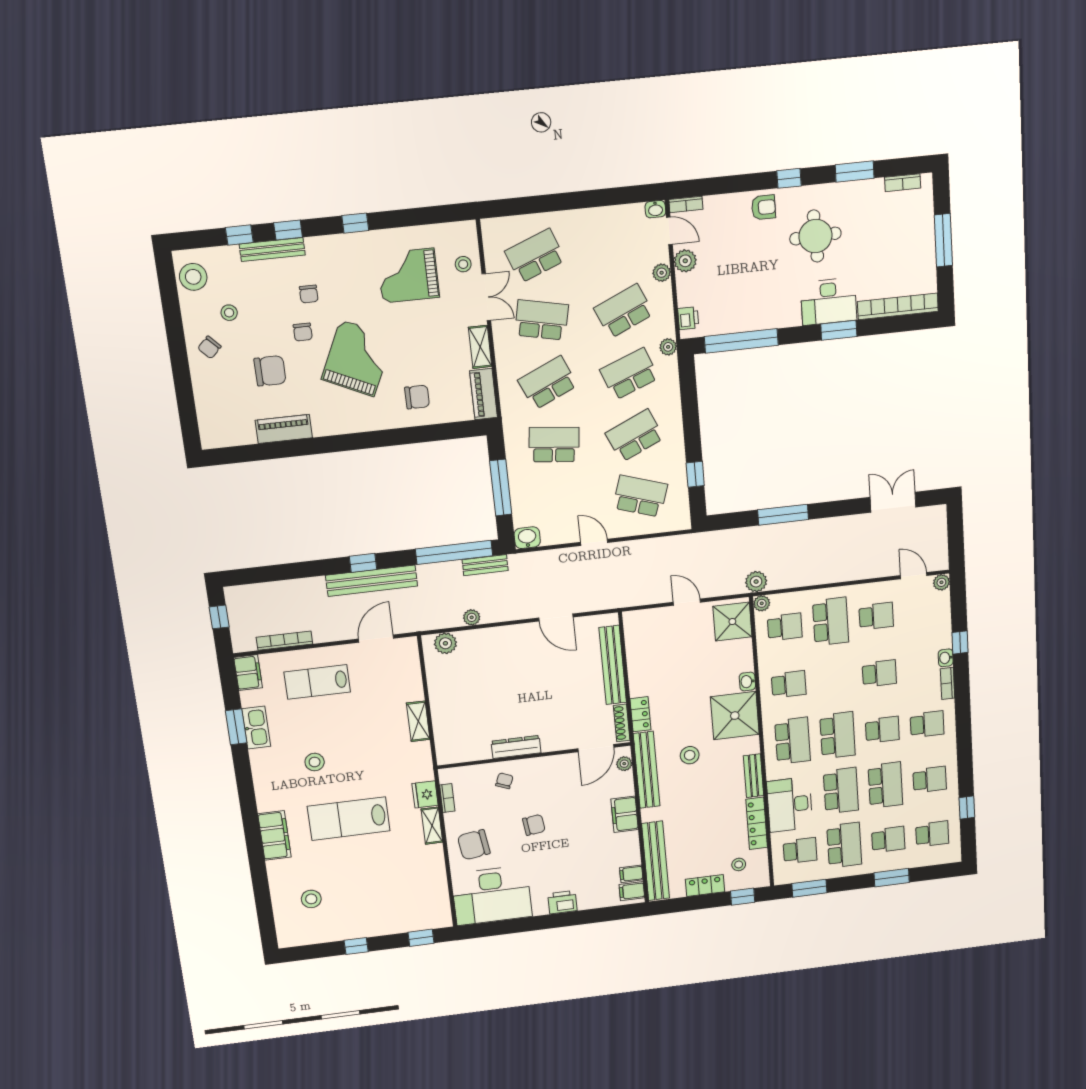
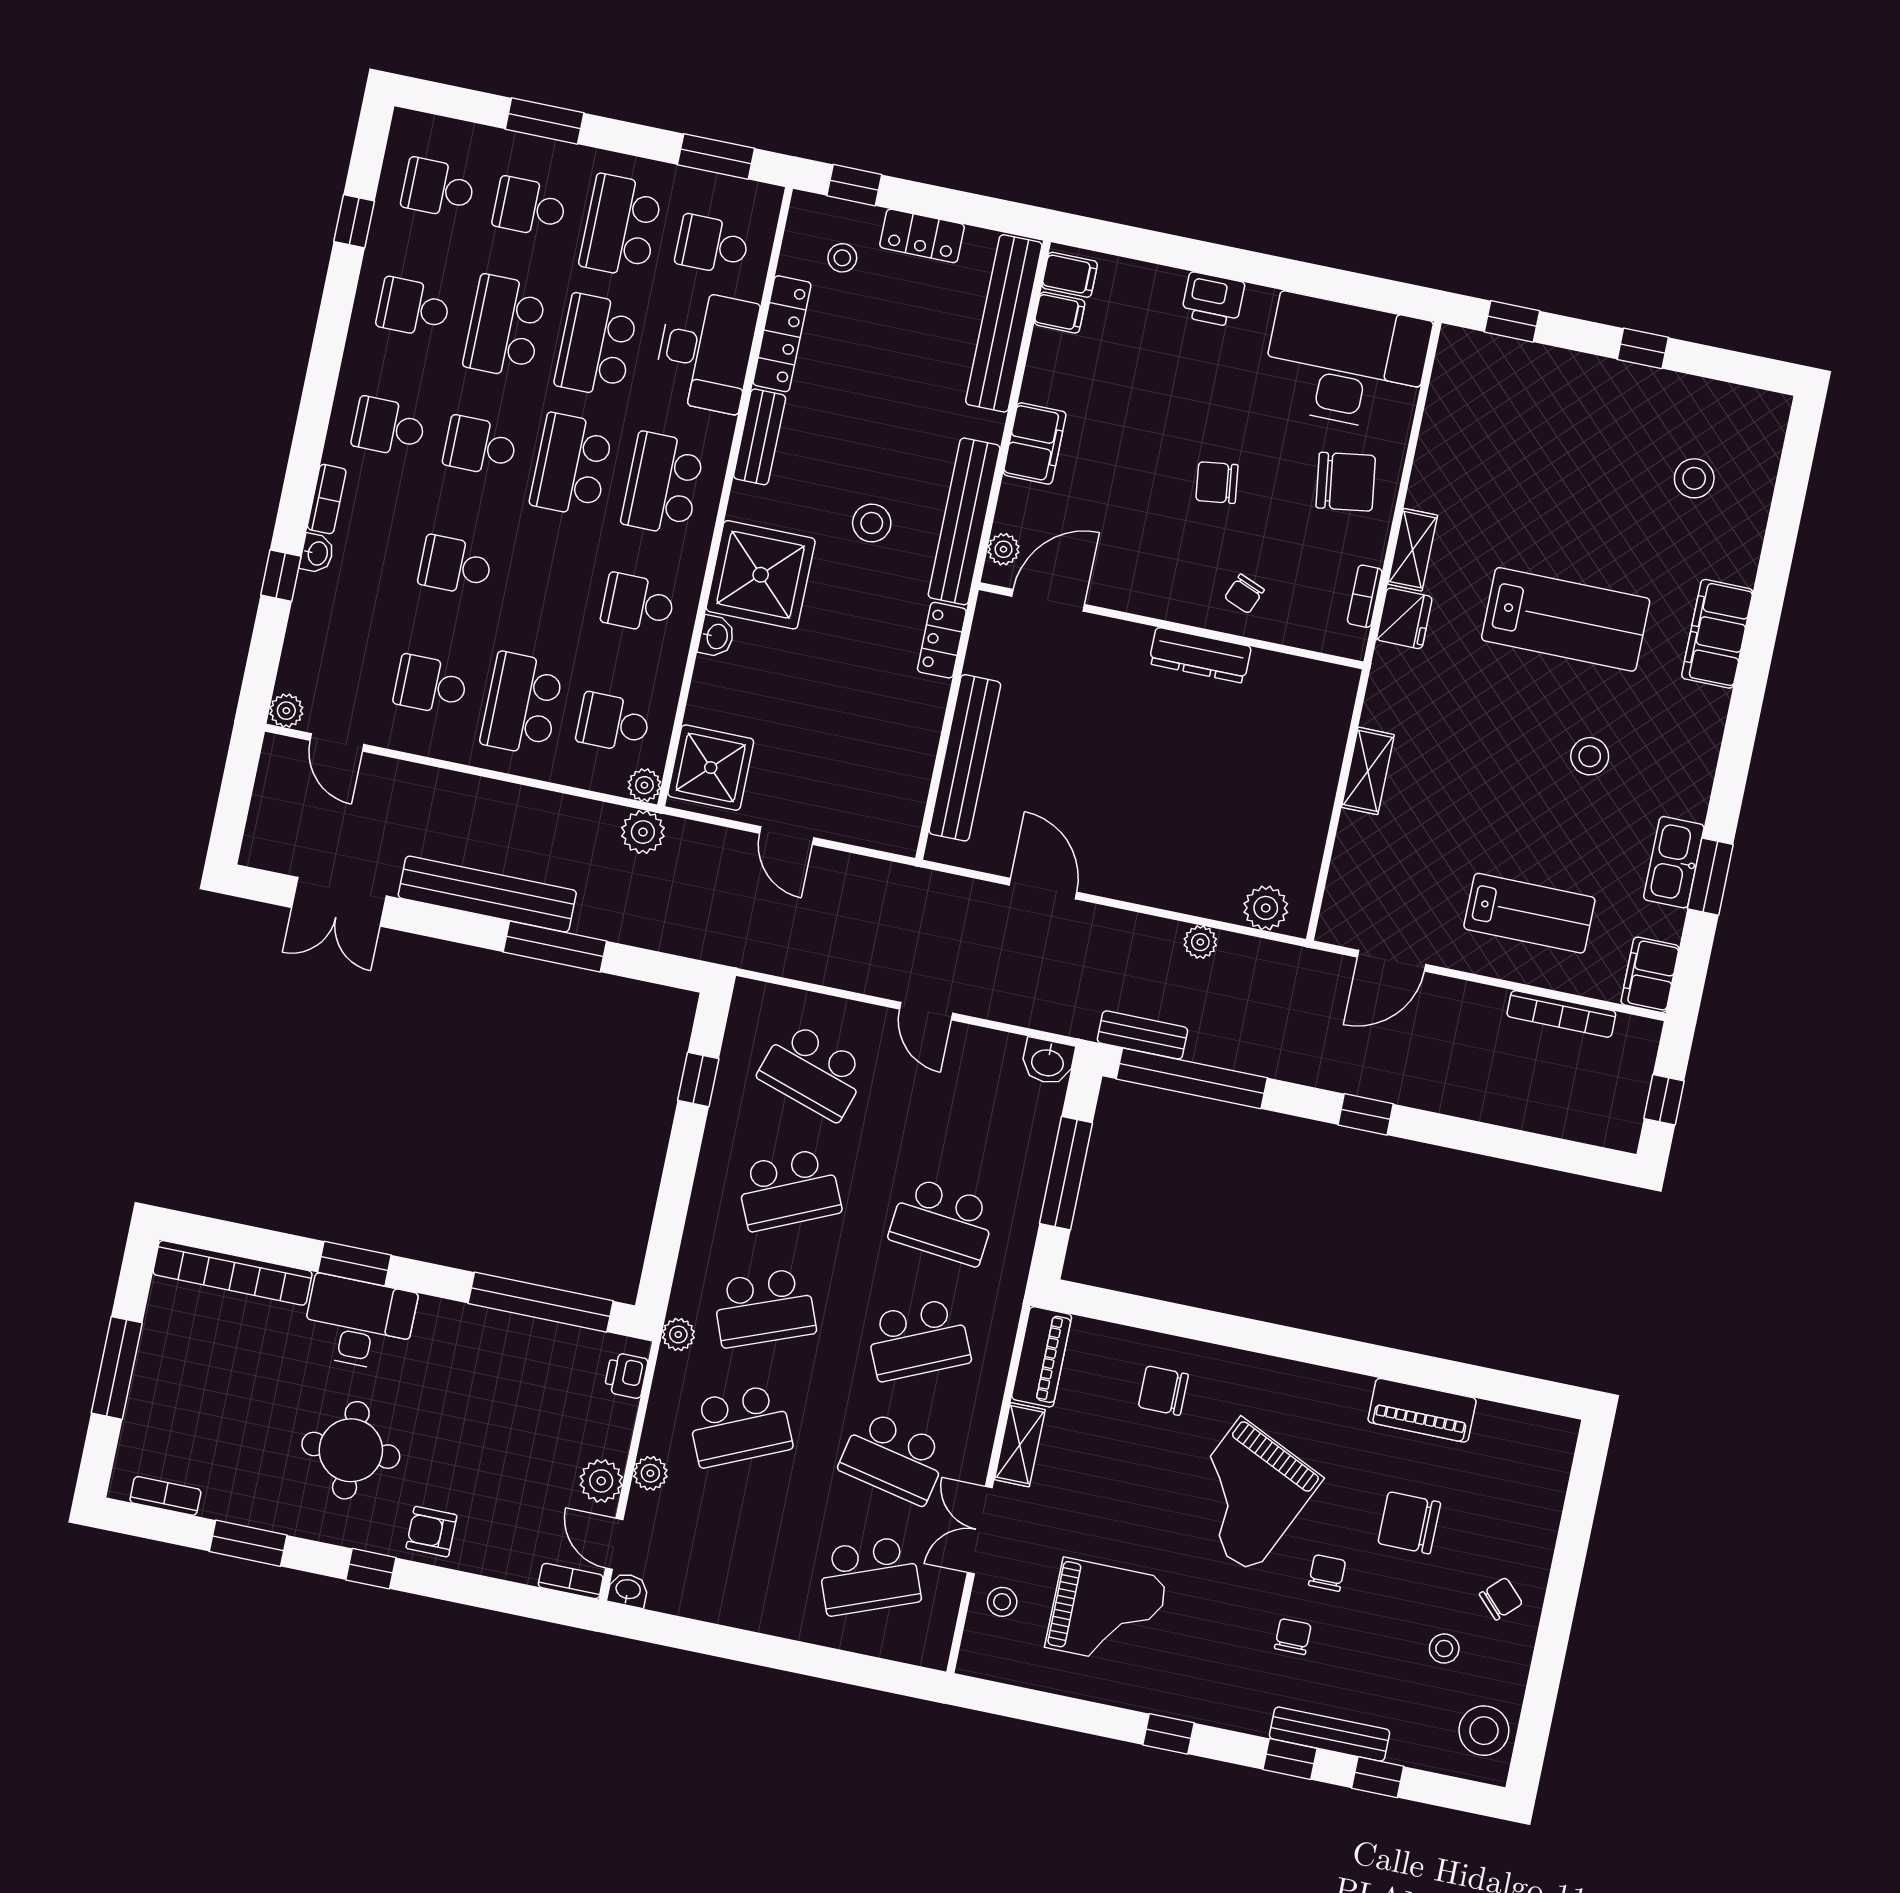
bench: (372, 581) -> (487, 894), moved
shoe rack: (622, 723) -> (983, 635), removed

